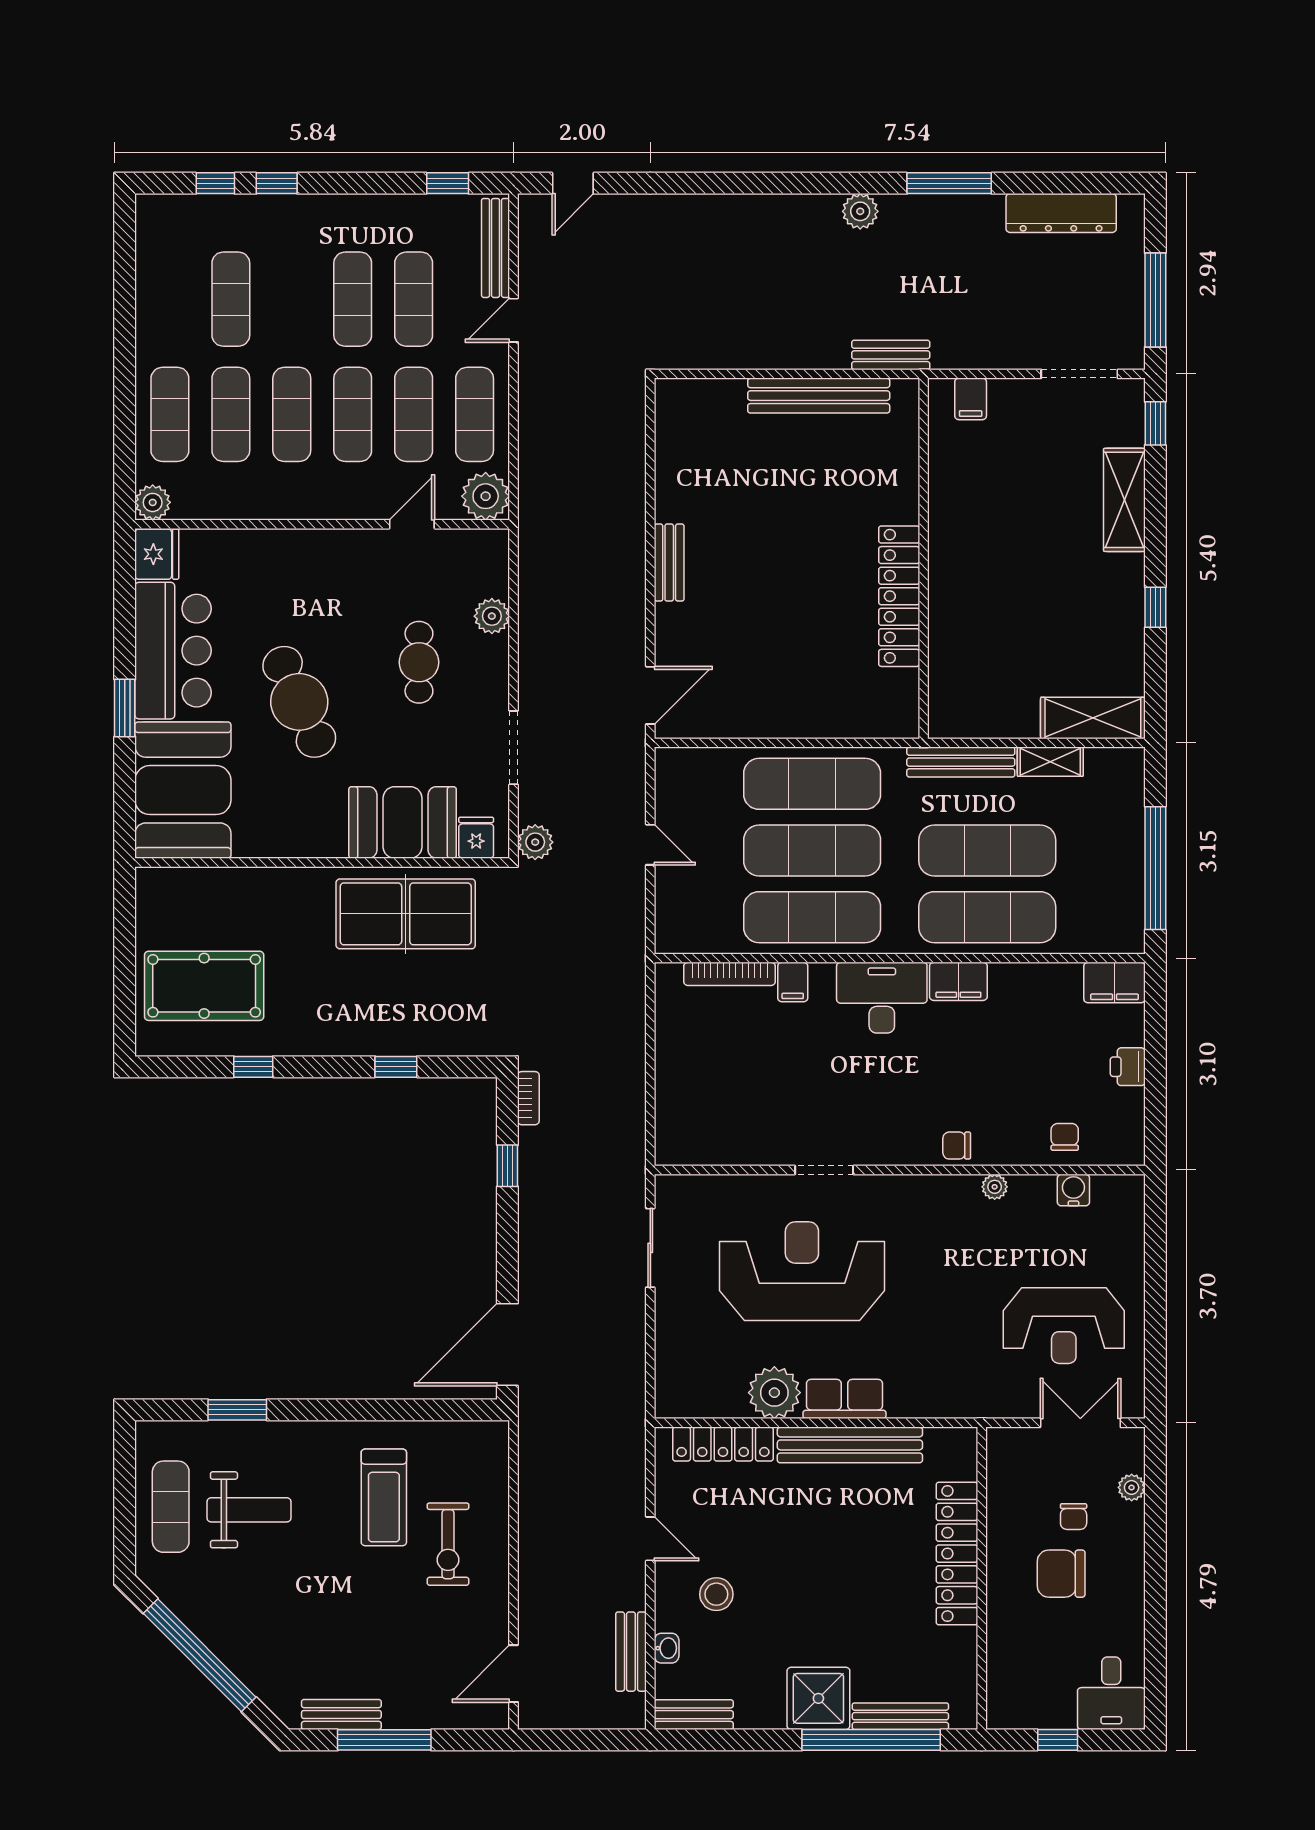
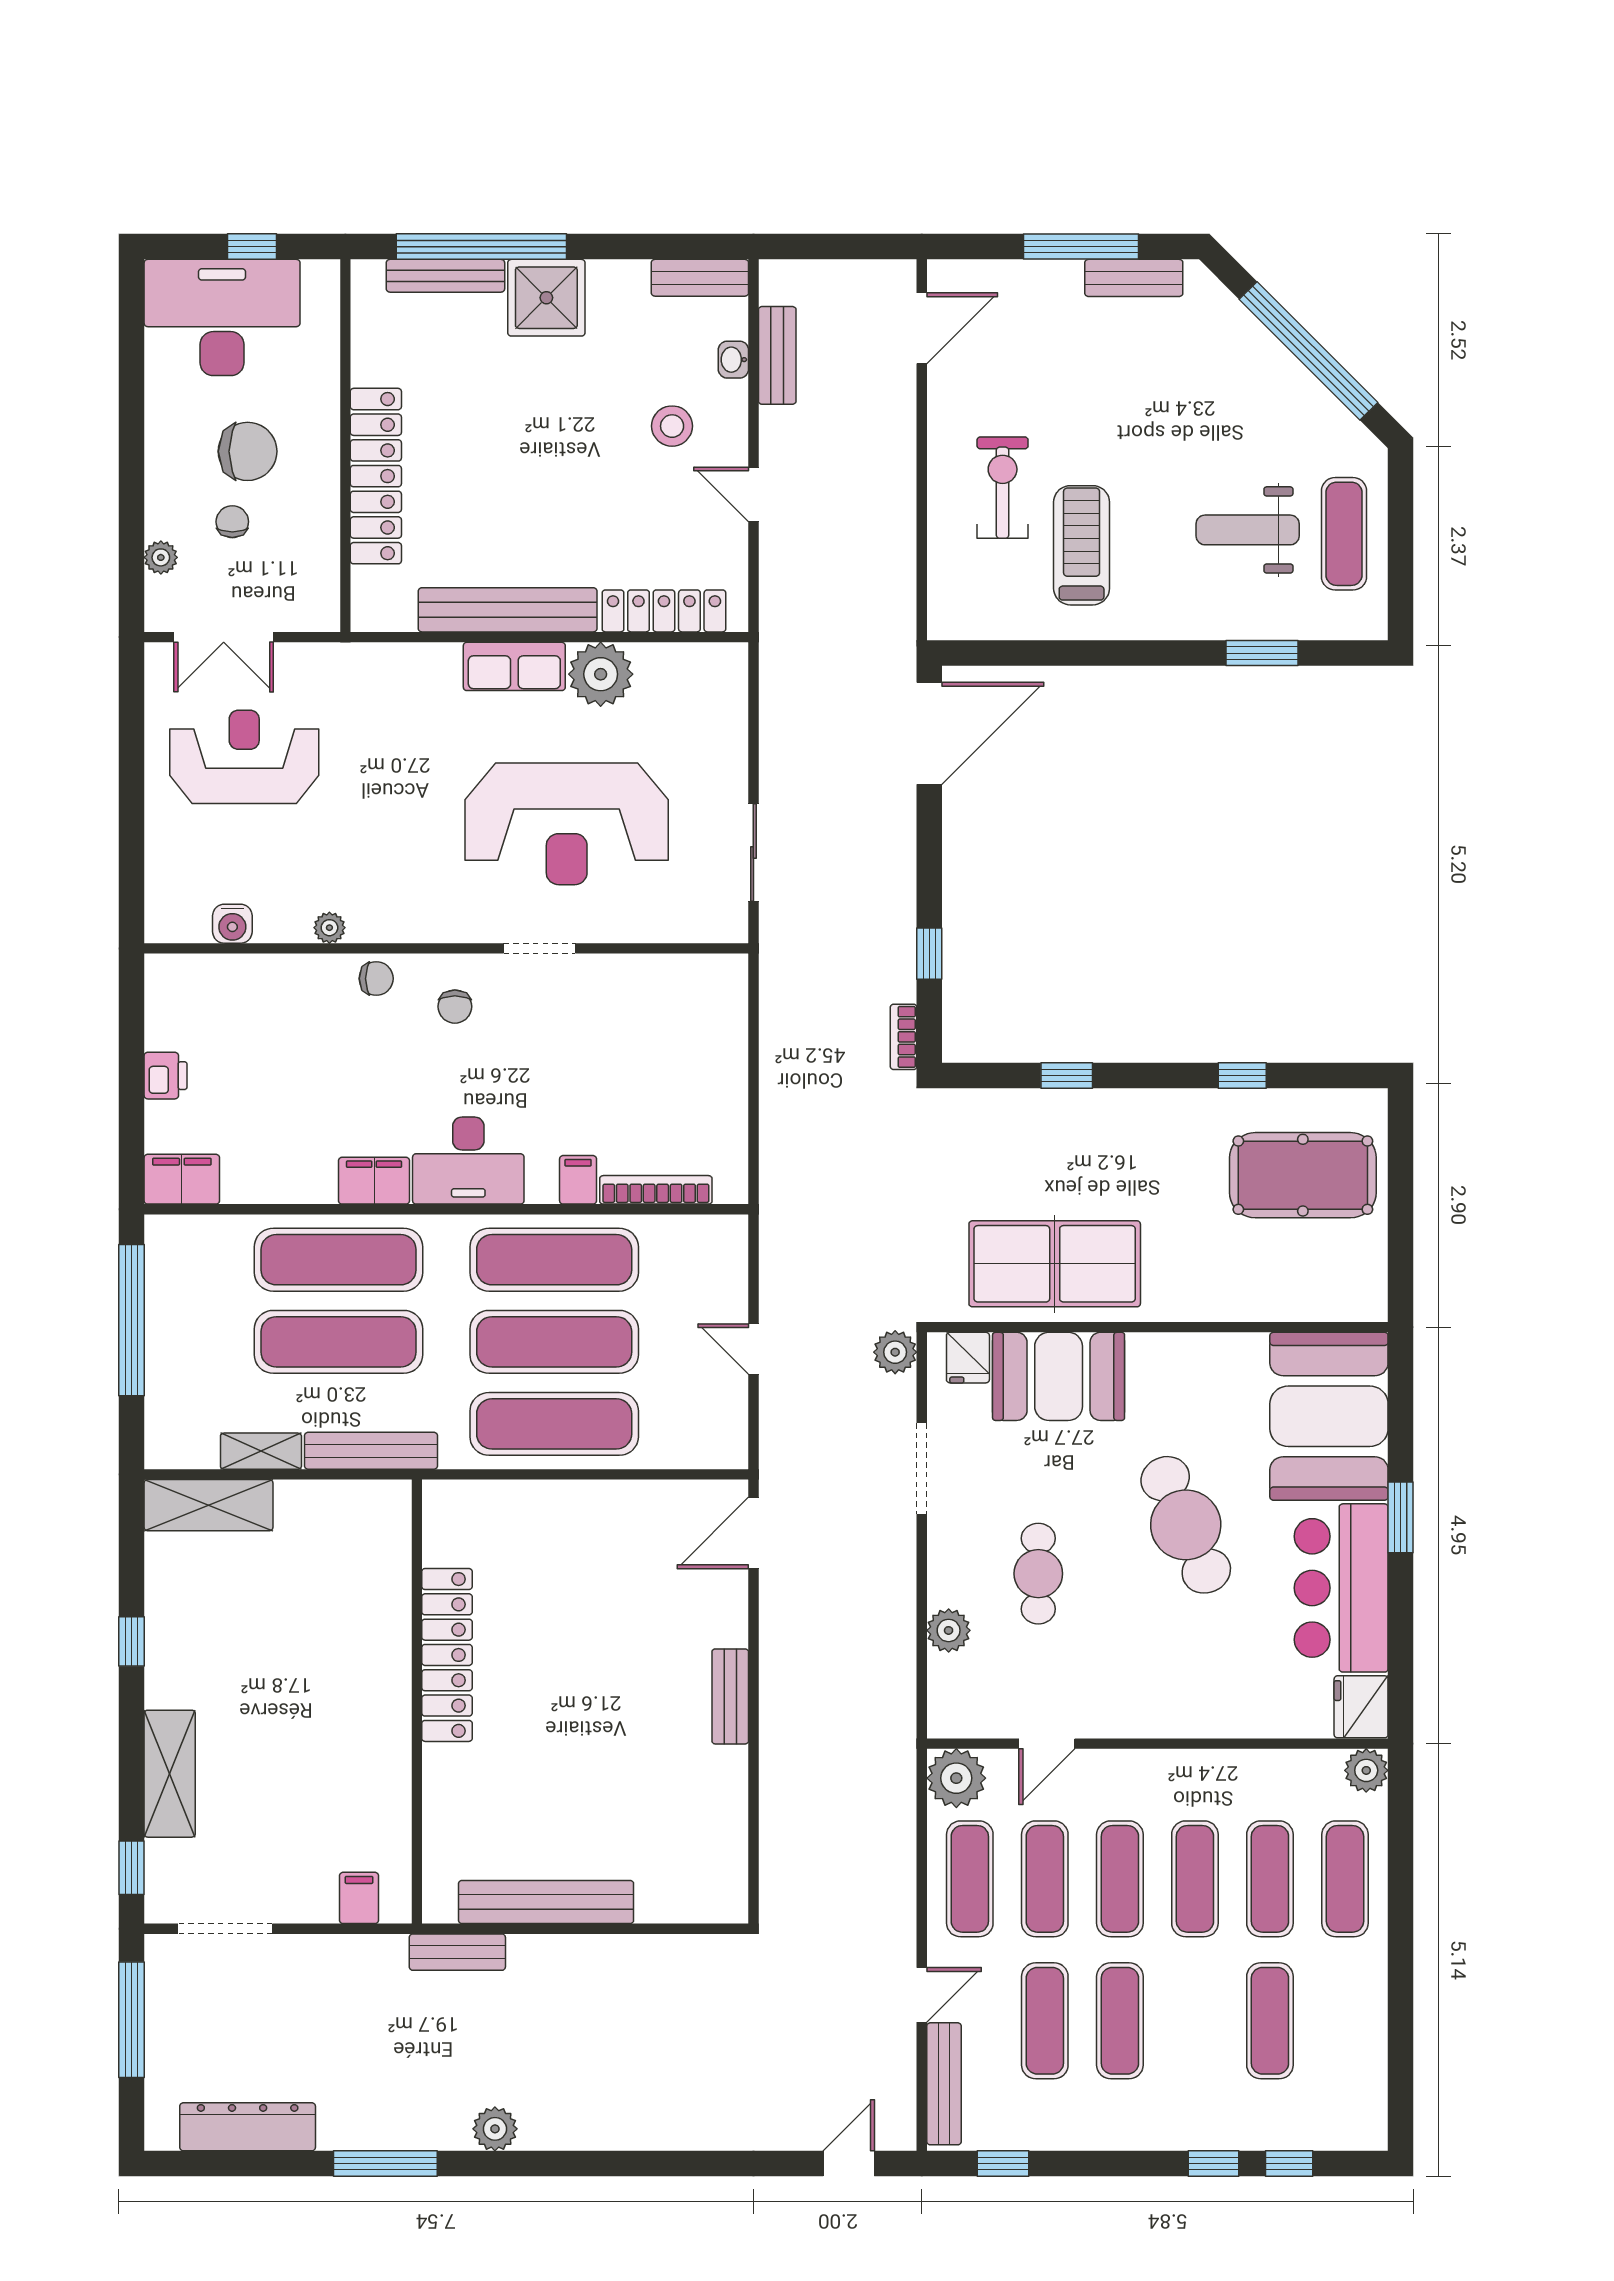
chair: (1065, 1137) -> (455, 1007), moved
desk: (1111, 1693) -> (222, 317), width x1.87, depth x1.30

